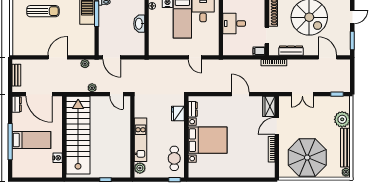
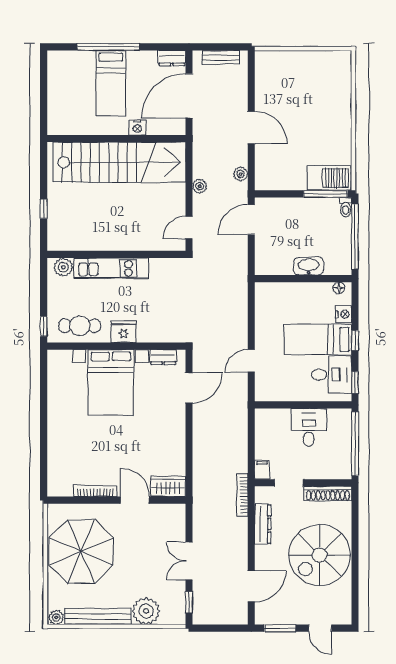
sun lounger: (43, 11) -> (330, 103), removed
door: (240, 94) -> (189, 388), moved
double door: (302, 94) -> (189, 561), moved
fridge: (178, 113) -> (124, 332), moved
nightstand: (58, 158) -> (137, 127), moved

